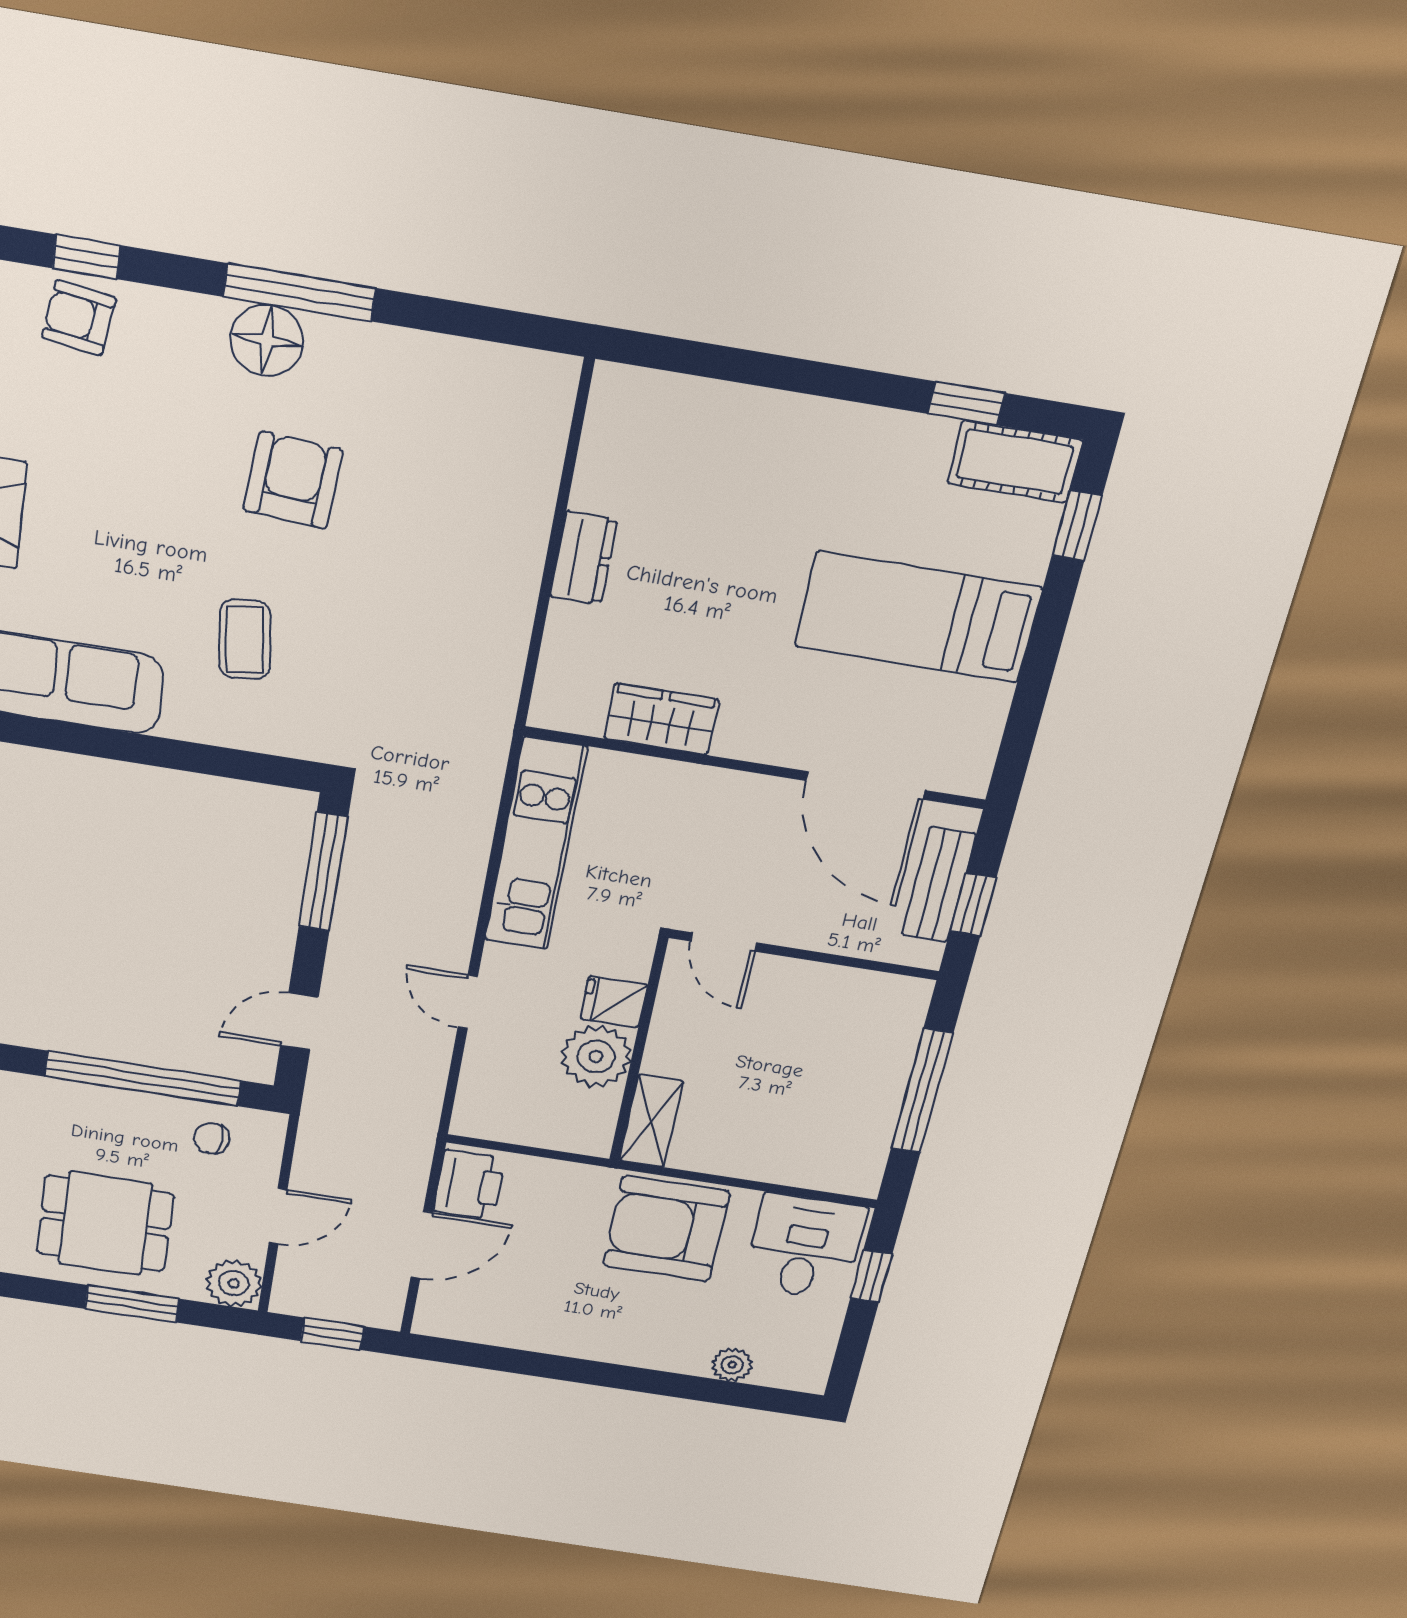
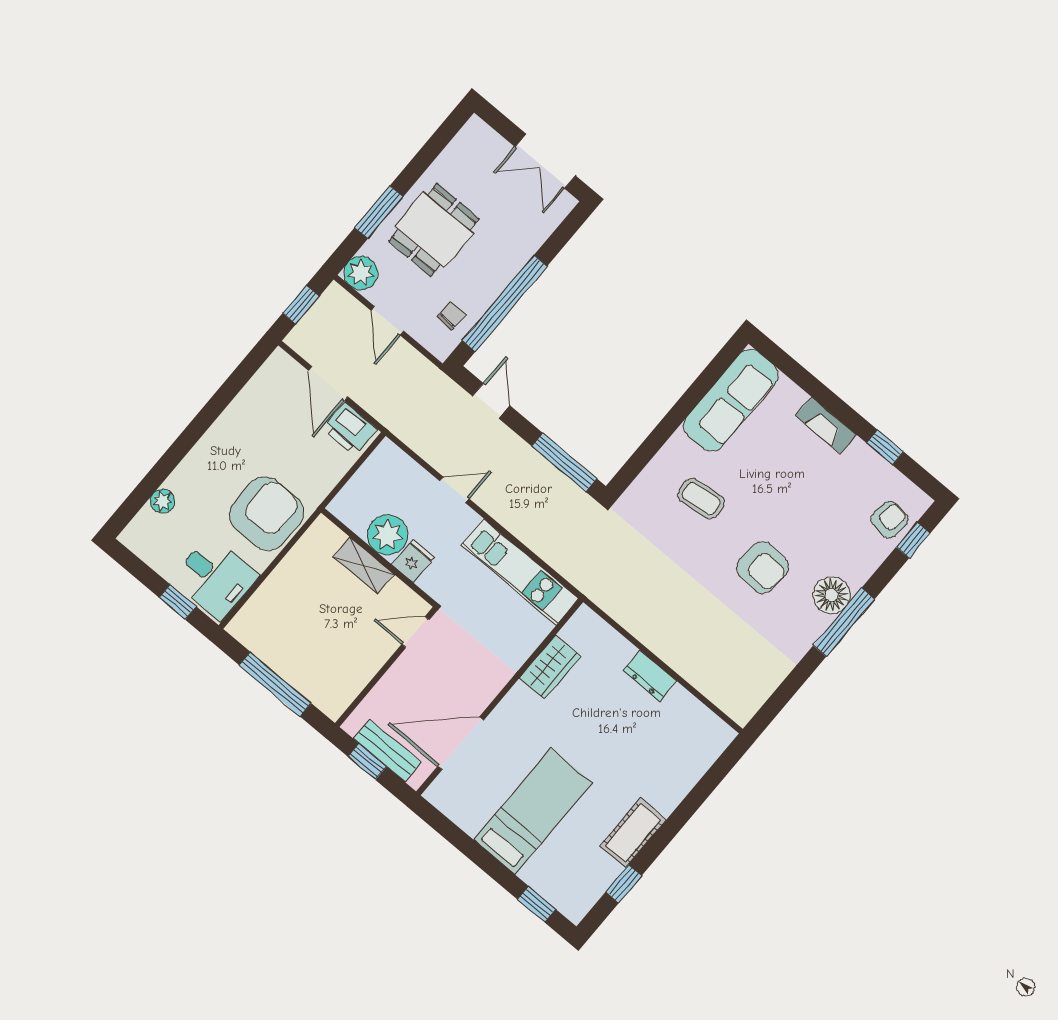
cot: (1015, 462) -> (633, 833), moved
shelving: (651, 1121) -> (363, 565), moved

